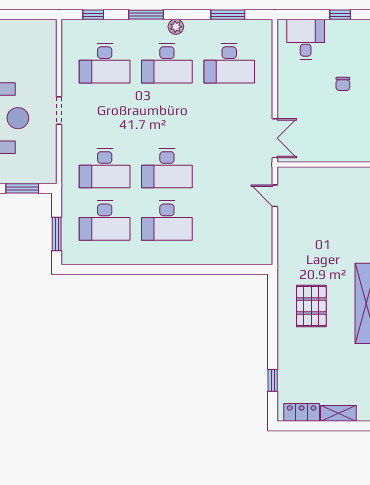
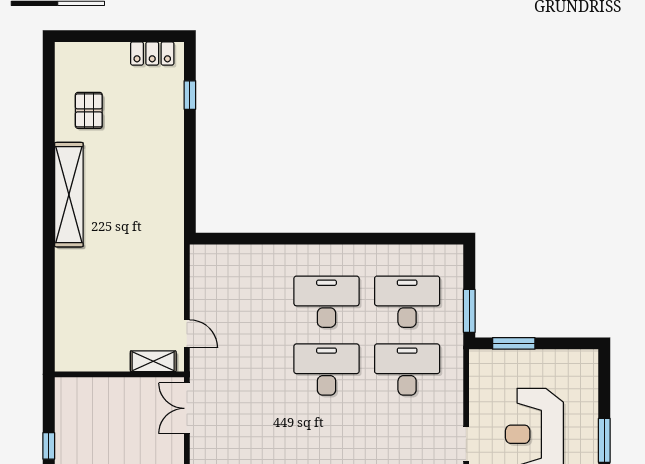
window: (57, 234) -> (469, 311), moved
pallet: (311, 306) -> (89, 110), moved, width x0.67, depth x0.71
shelving: (338, 413) -> (153, 361), moved

